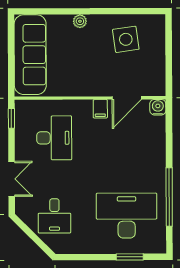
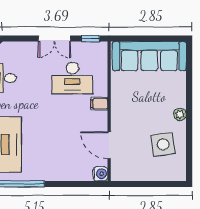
plant: (80, 21) -> (180, 114), moved
filing cabinet: (100, 109) -> (99, 104), moved
double door: (12, 179) -> (54, 39), moved

